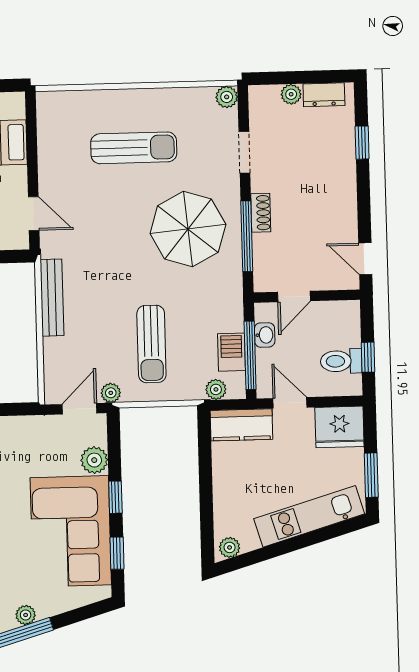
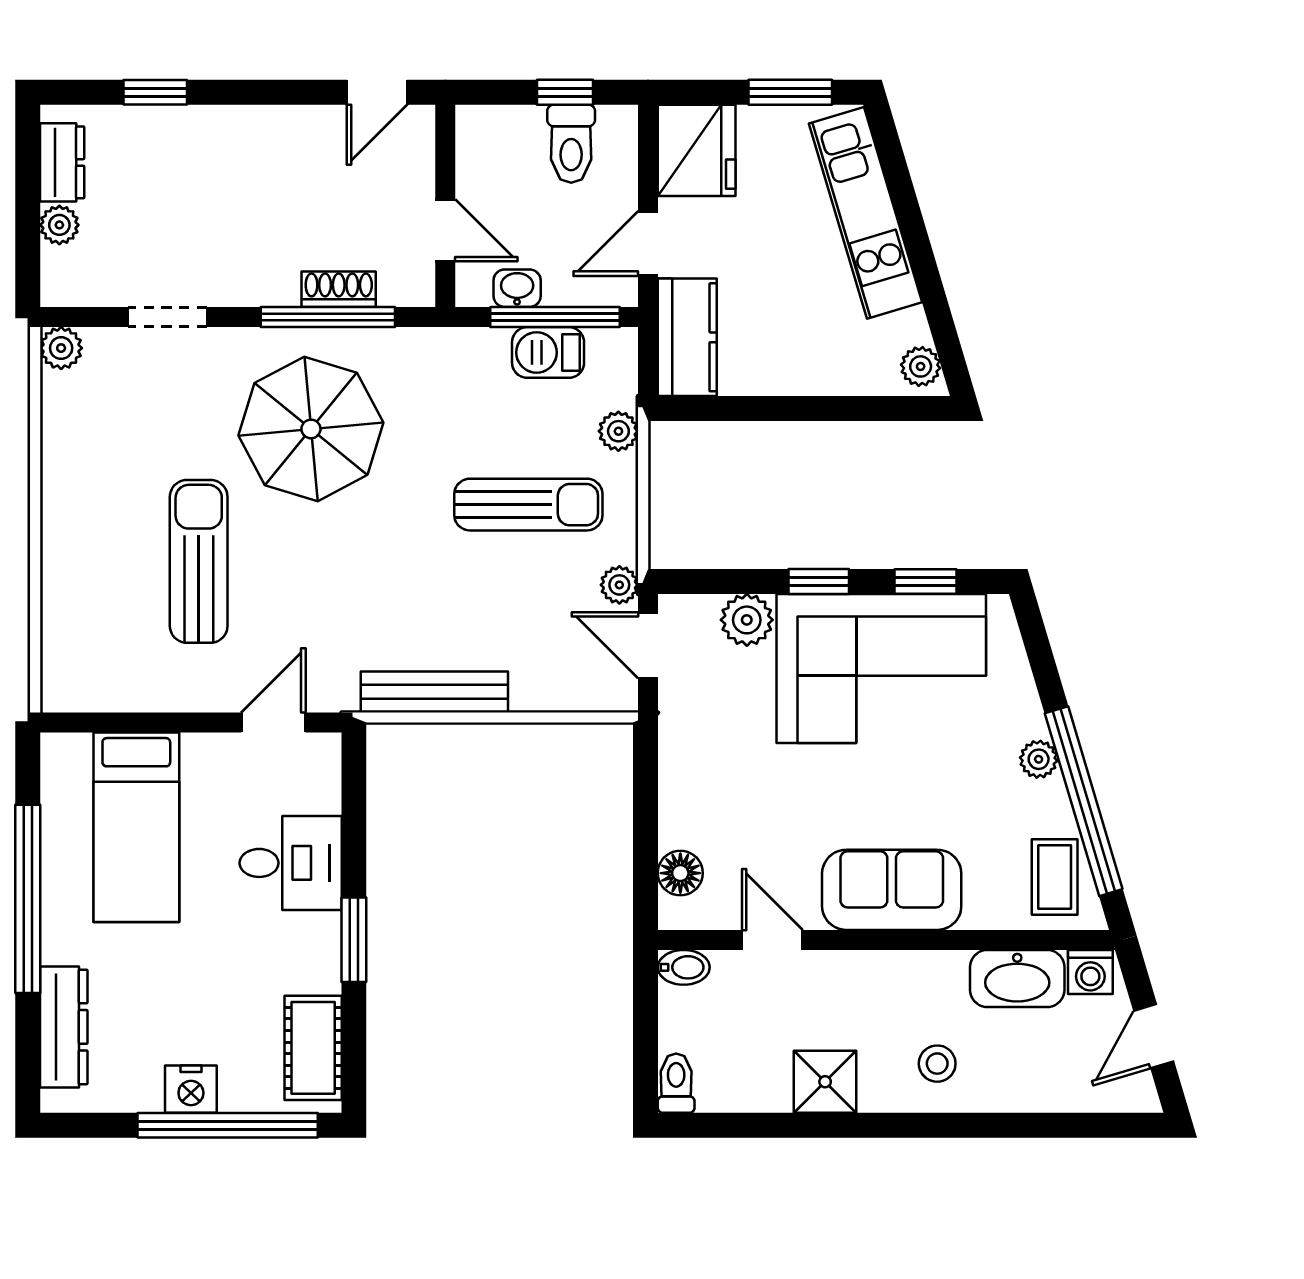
sun lounger: (134, 148) -> (199, 561), moved
shoe rack: (261, 213) -> (339, 289), moved
plant: (216, 389) -> (618, 431), moved

